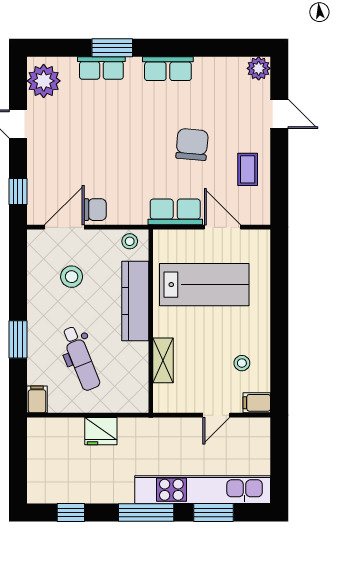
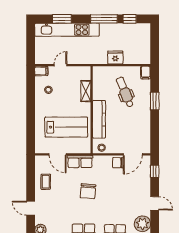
chair: (192, 144) -> (88, 191), moved
stool: (72, 277) -> (129, 131), removed
lab bench: (204, 285) -> (66, 127), turned 180
window: (146, 513) -> (104, 19), moved

